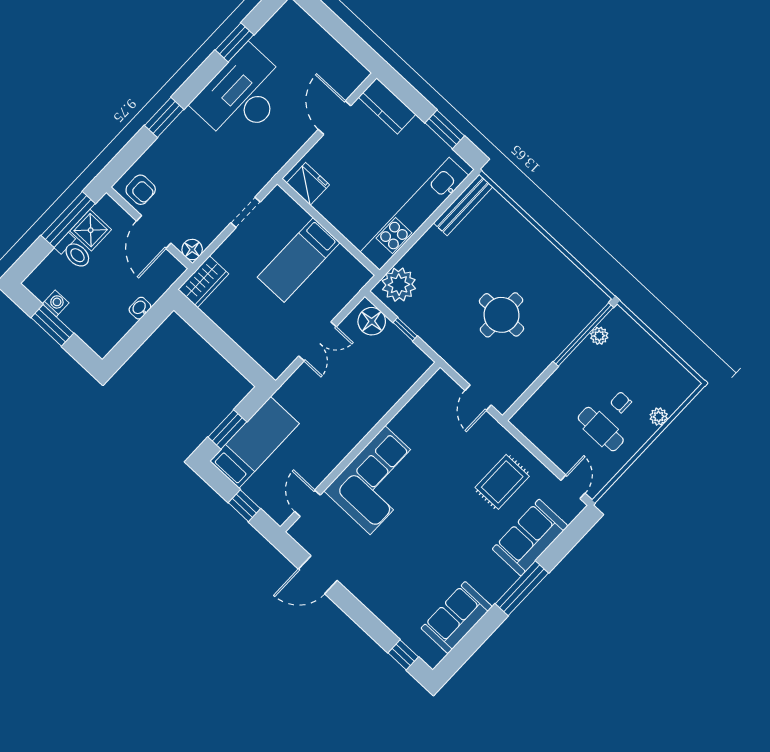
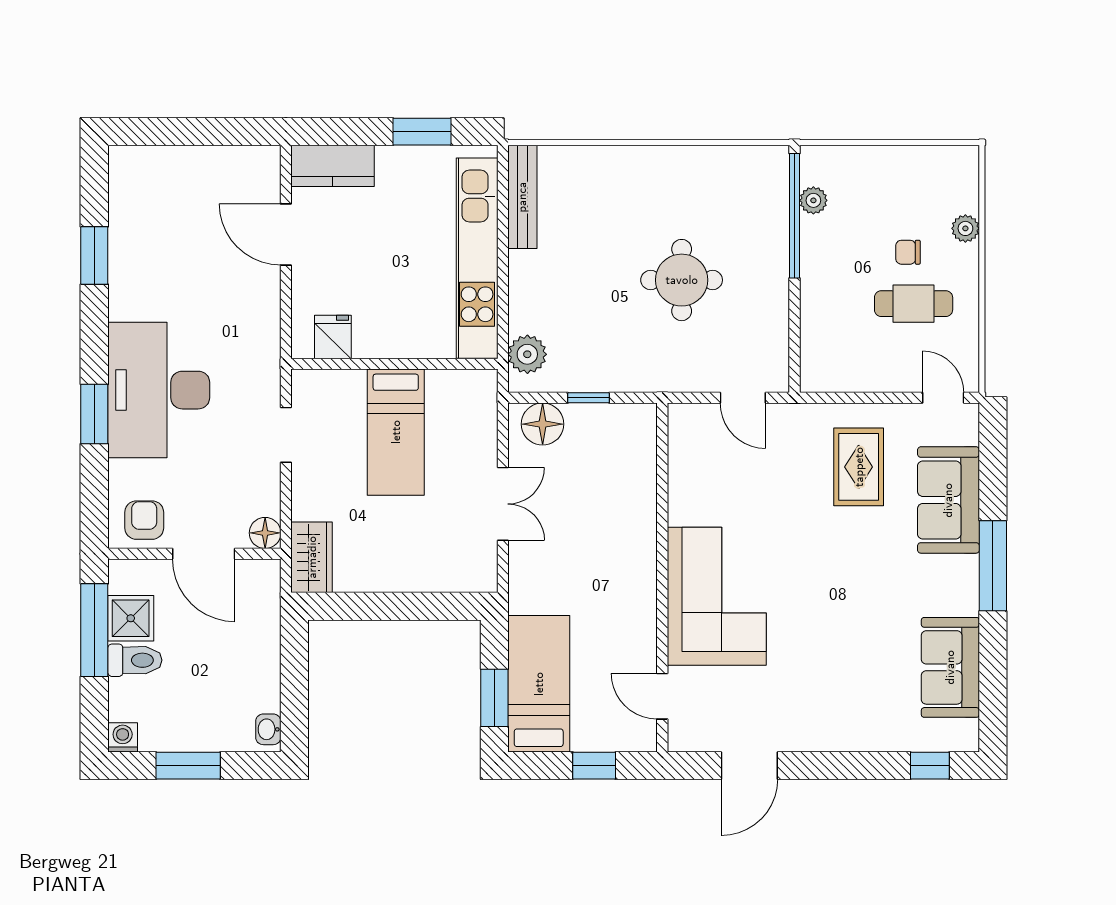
desk: (242, 95) -> (159, 390), moved
fridge: (308, 184) -> (333, 337), width x0.72
armchair: (141, 190) -> (144, 520), turned -90
plant: (399, 285) -> (527, 354), width x0.73, depth x0.73
washing machine: (56, 303) -> (123, 737), moved
washbasin: (140, 308) -> (268, 729), moved

